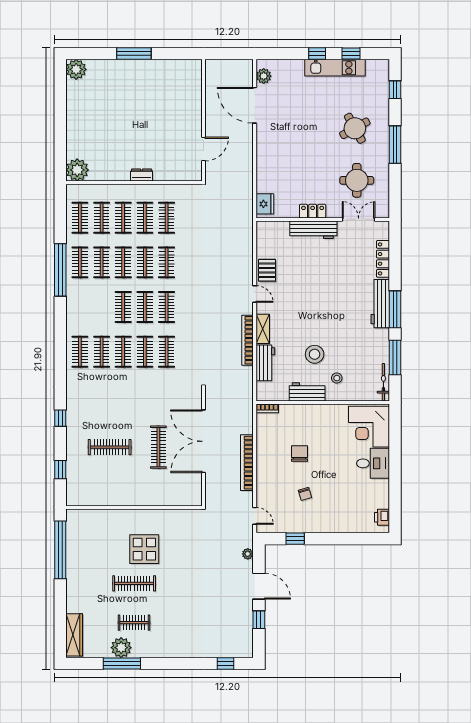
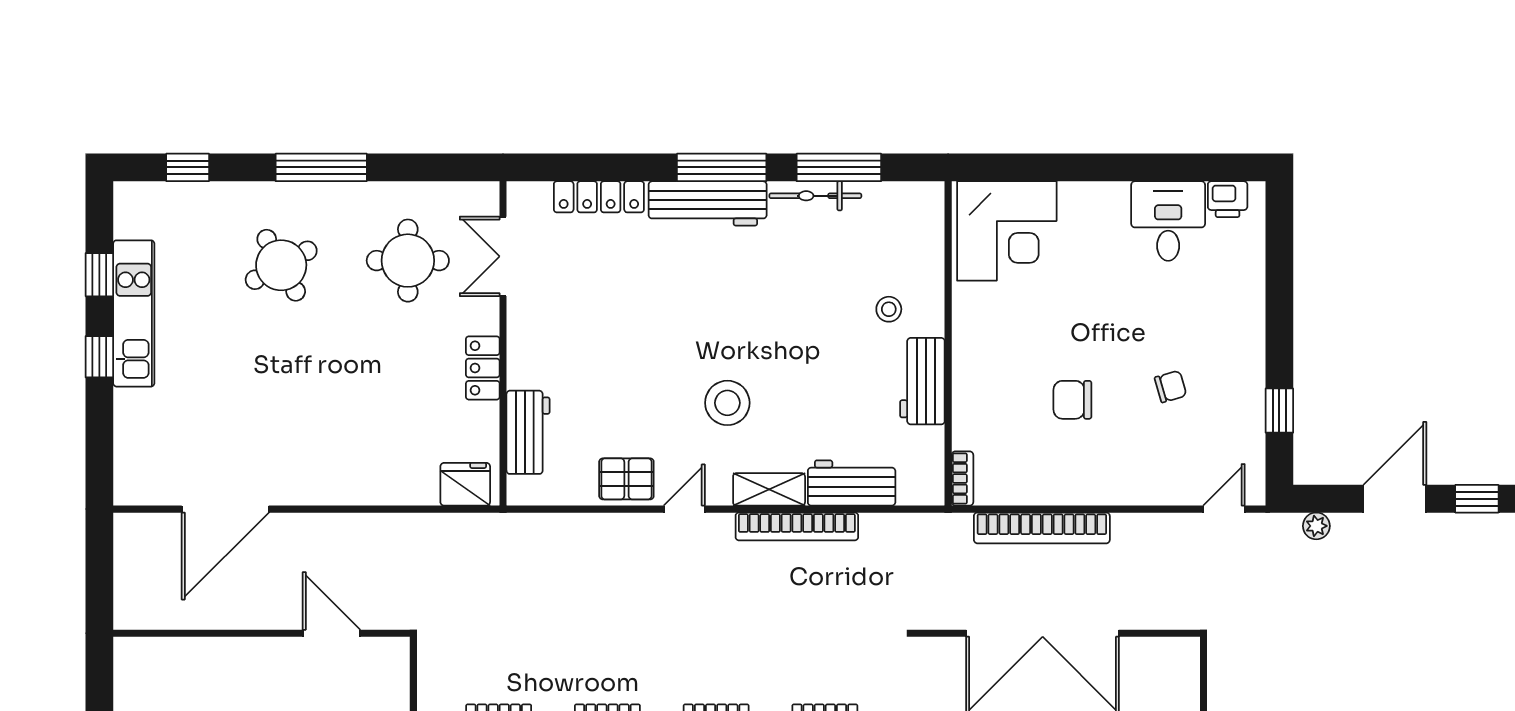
plant: (264, 76) -> (154, 487), removed
workbench: (313, 230) -> (528, 432), moved, width x0.73
stool: (315, 354) -> (727, 403), moved
bicycle: (383, 382) -> (815, 196), moved
bookcase: (247, 463) -> (1042, 528), moved
desk: (373, 463) -> (1168, 221), moved

